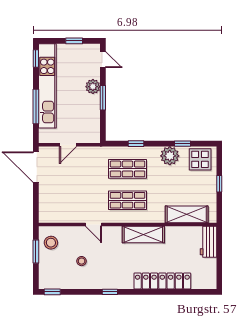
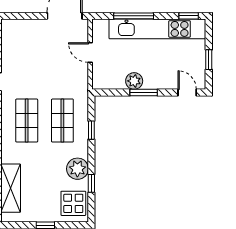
door: (103, 60) -> (187, 92), swing flipped
plant: (93, 87) -> (134, 81), moved

